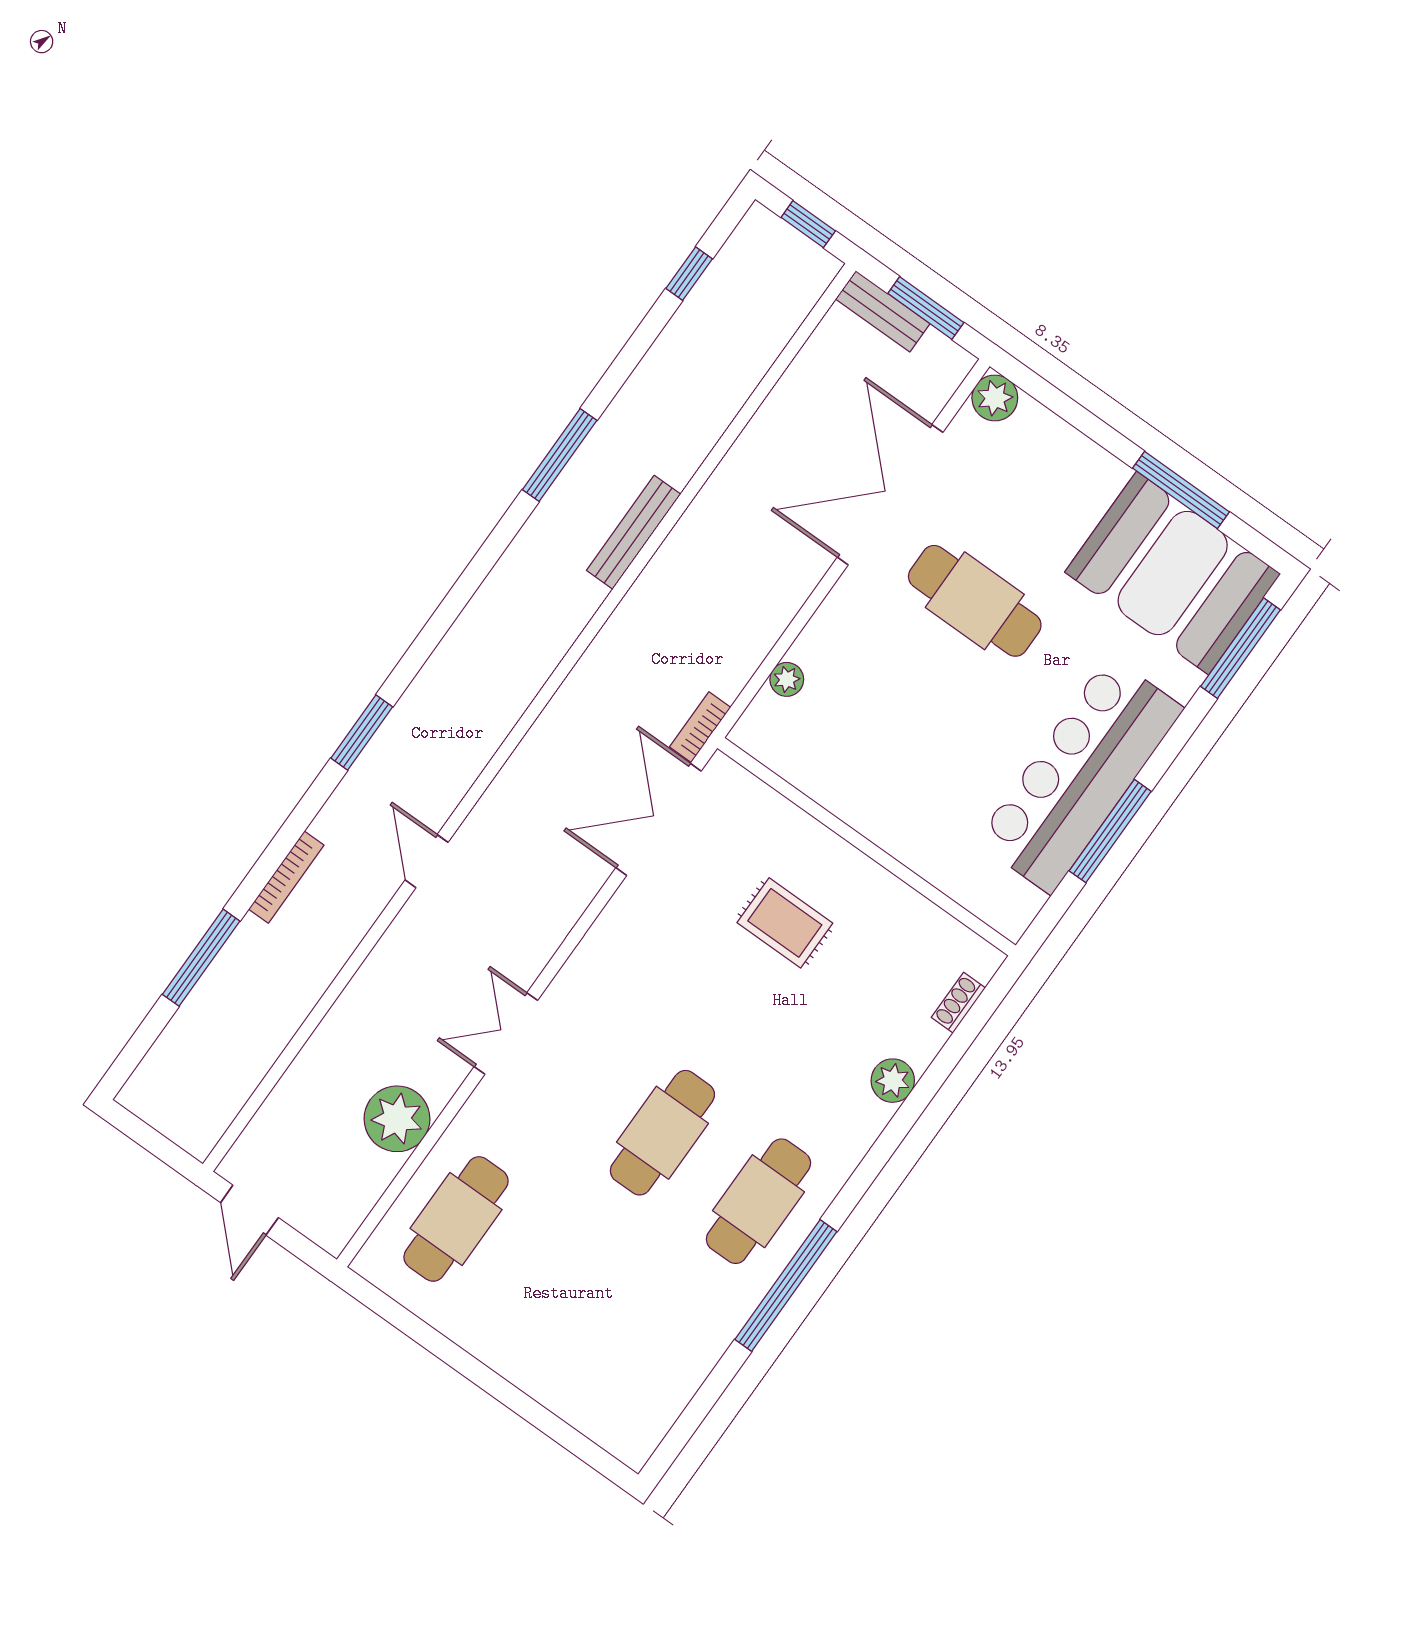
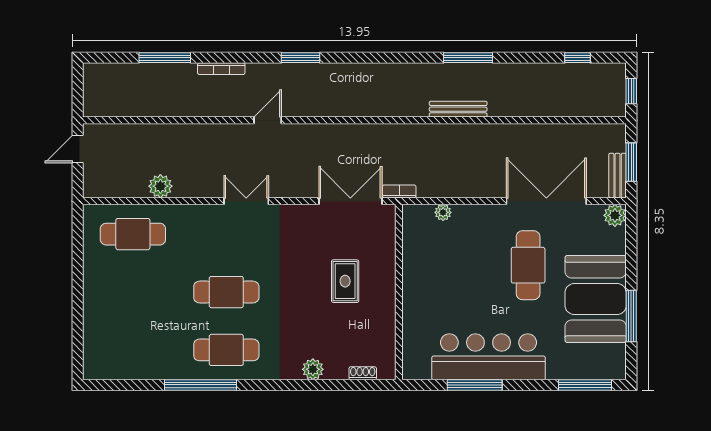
bench: (883, 311) -> (618, 176), moved
booth: (1173, 573) -> (596, 299), moved
double door: (506, 1034) -> (246, 201), moved
plant: (397, 1119) -> (160, 186), width x0.73, depth x0.73

